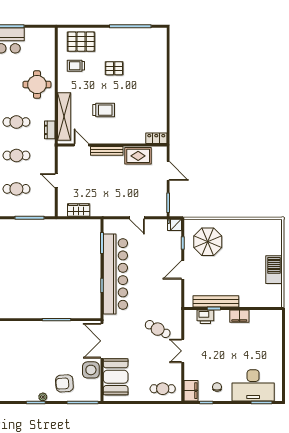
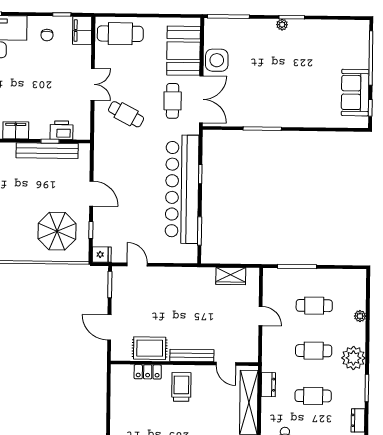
trolley: (104, 110) -> (181, 387), moved, turned 90
locker: (156, 138) -> (148, 372), moved
door: (137, 218) -> (137, 265), moved
door: (183, 270) -> (91, 194), hinge flipped
cafe table: (123, 339) -> (173, 101), added
armchair: (64, 383) -> (253, 42), removed
cafe table: (163, 389) -> (120, 34), width x1.37, depth x1.35

